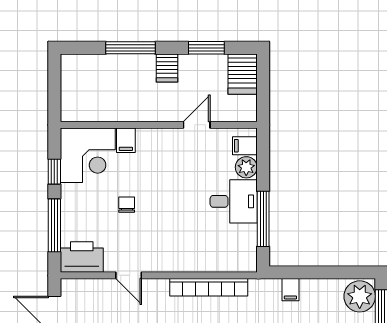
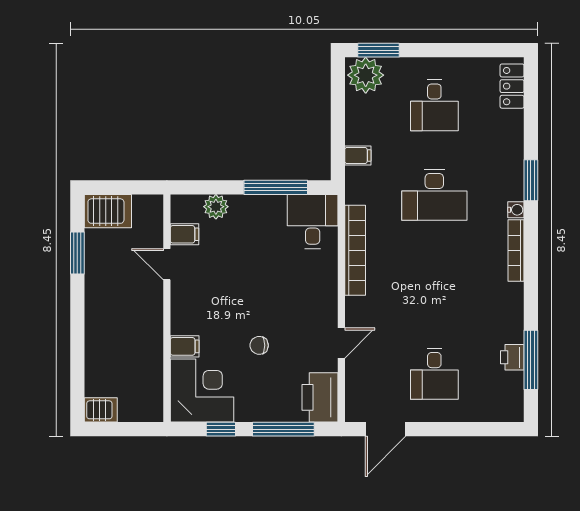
window: (130, 48) -> (77, 341), removed
server rack: (167, 68) -> (101, 410), moved
filing cabinet: (245, 146) -> (184, 234), moved, turned -90
desk: (234, 201) -> (313, 221), moved

